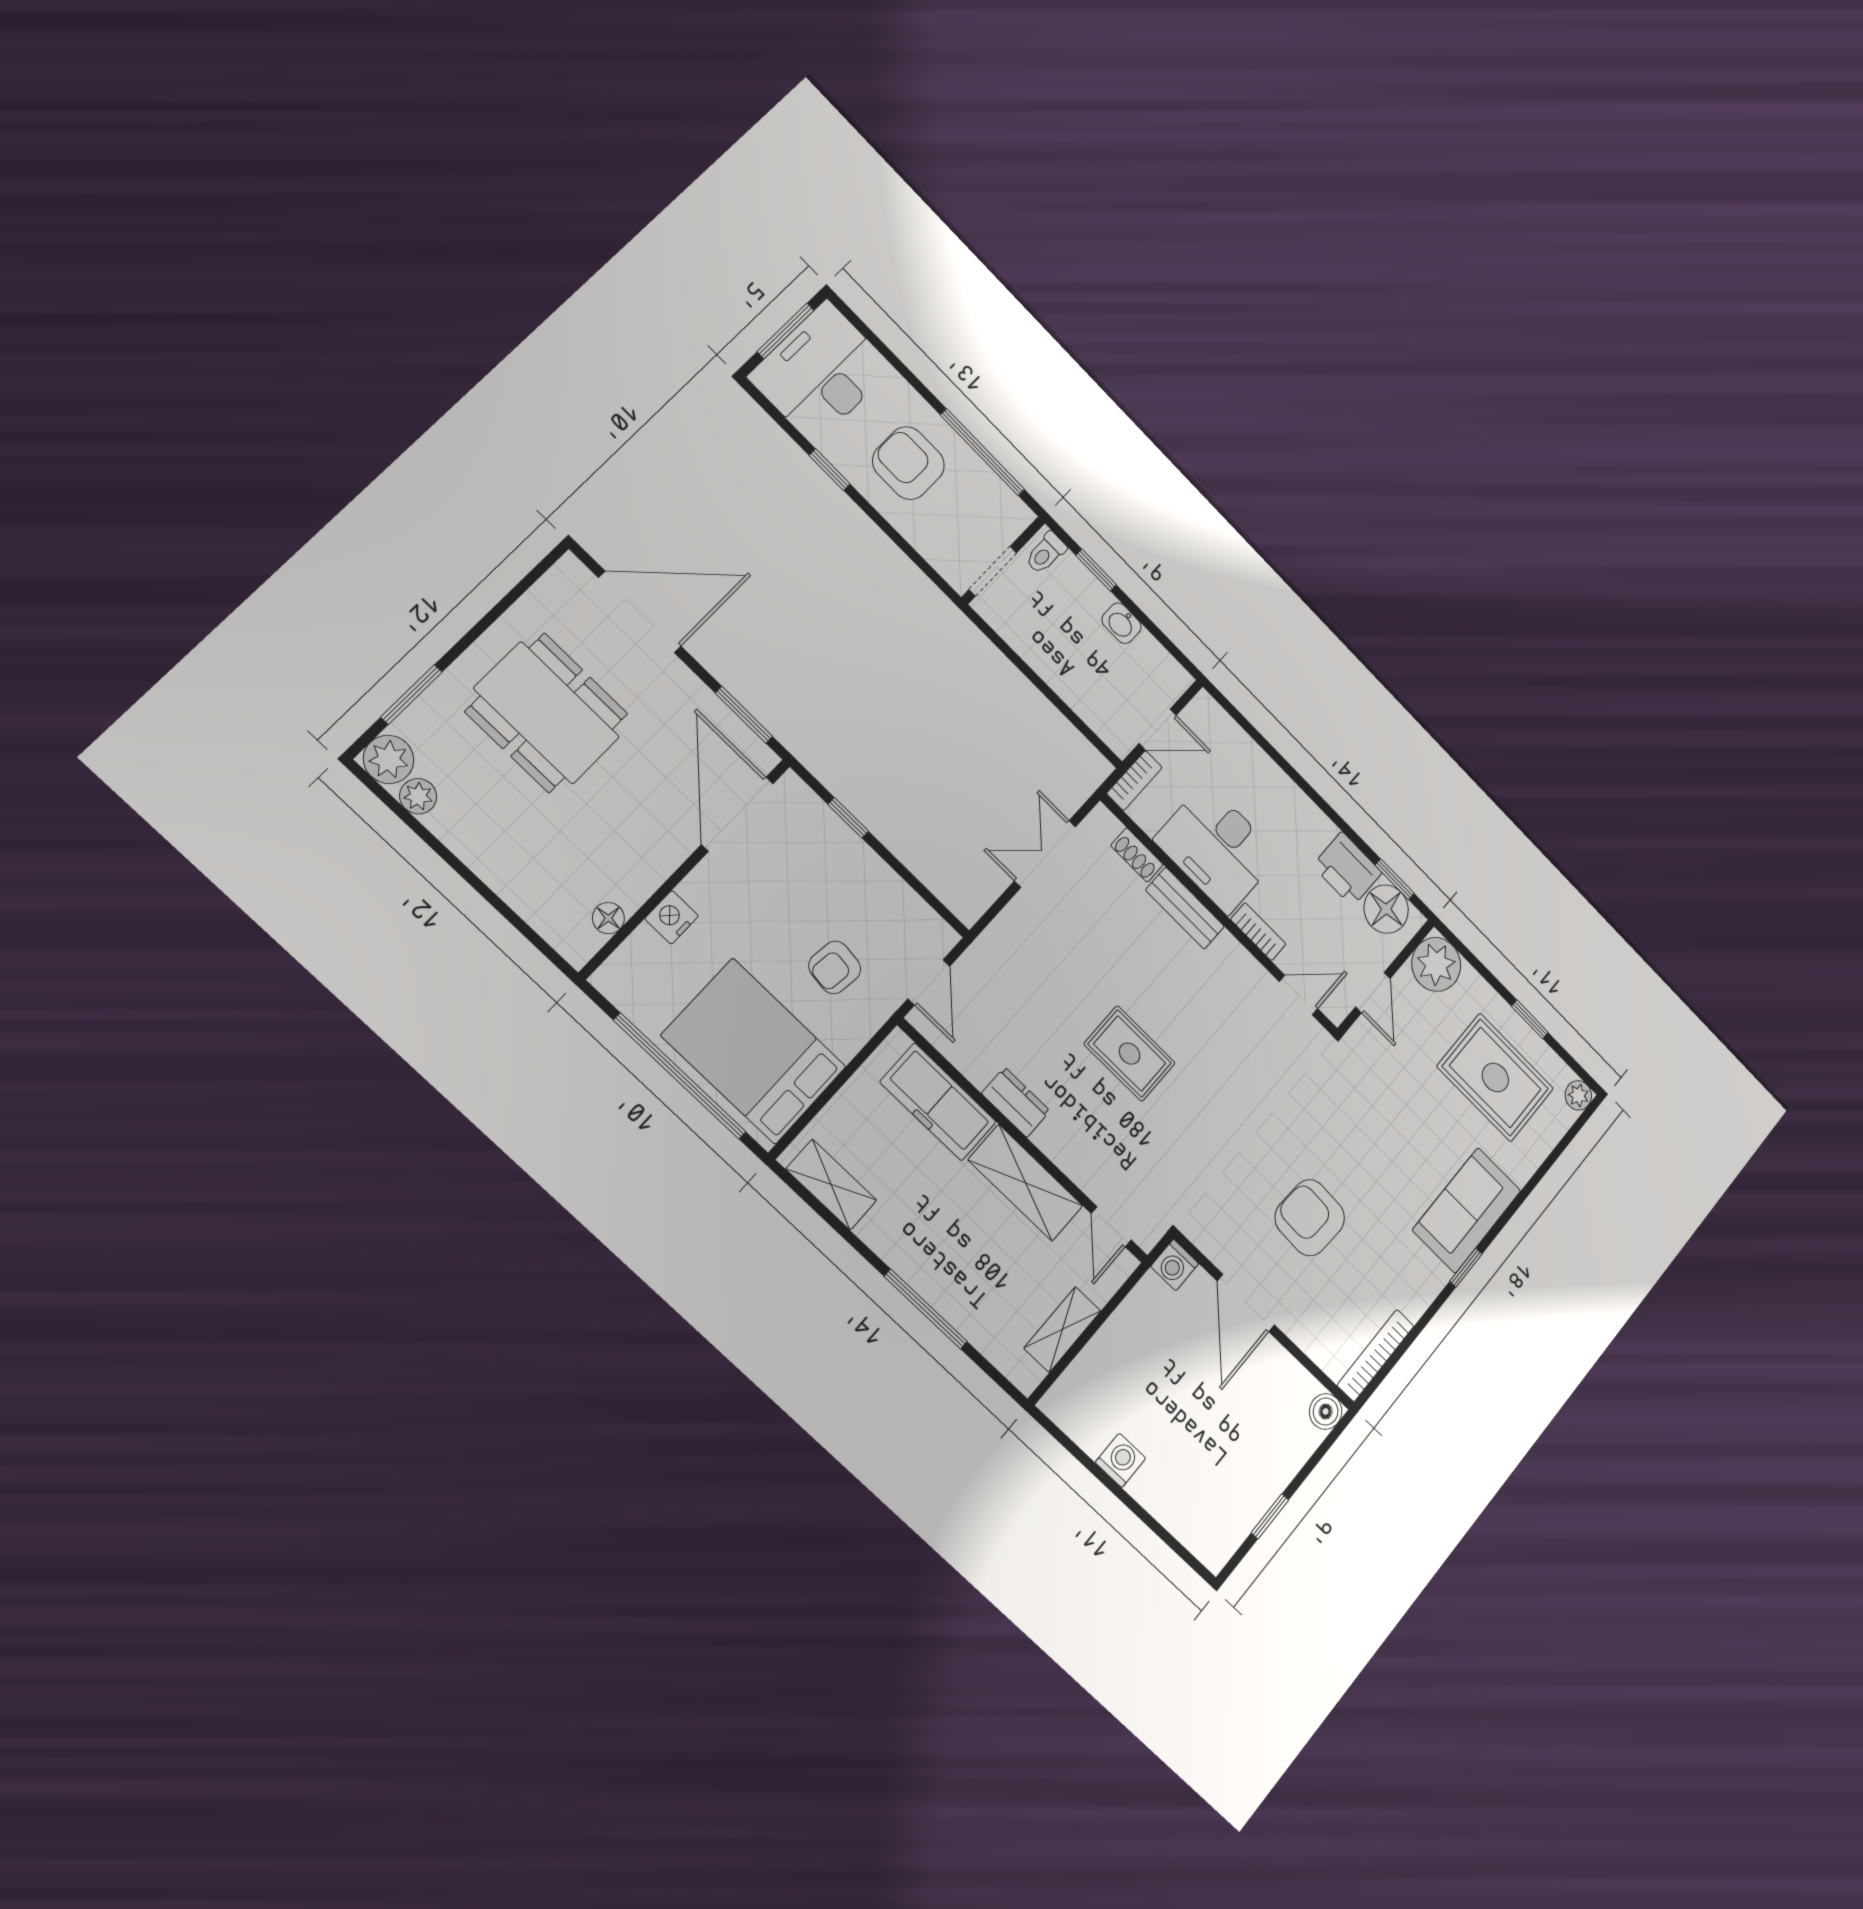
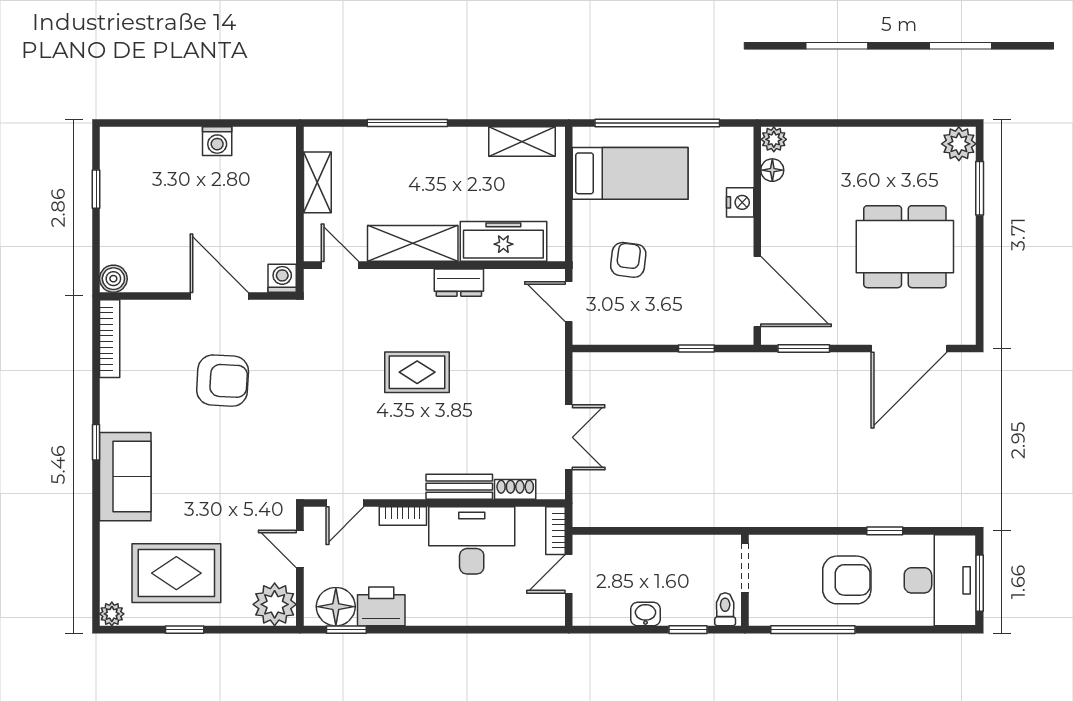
plant: (418, 796) -> (774, 139), moved
bed: (754, 1051) -> (630, 173), width x0.67

